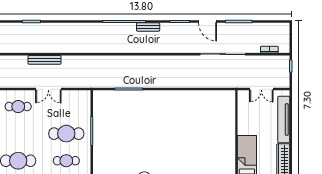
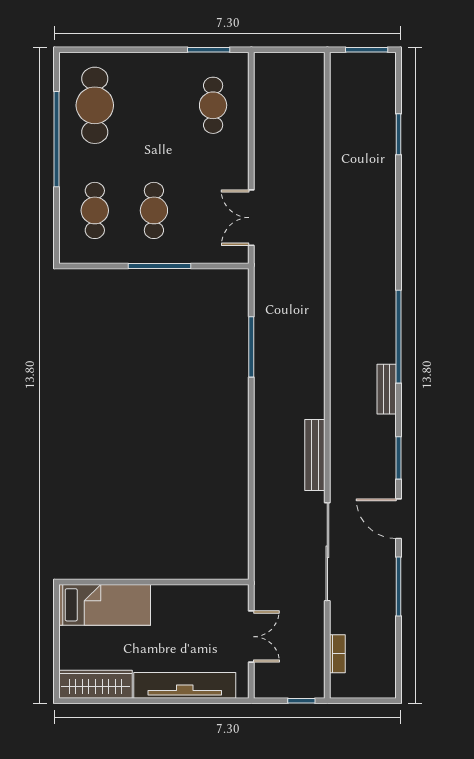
door: (207, 22) -> (399, 519), hinge flipped
bench: (45, 60) -> (315, 455), moved
double door: (48, 89) -> (251, 218), moved
double door: (261, 89) -> (251, 637), swing flipped
cafe table: (66, 134) -> (154, 210), width x0.73, depth x0.74

